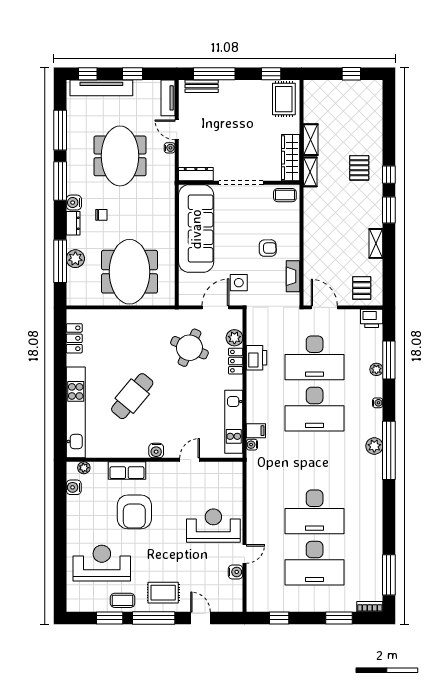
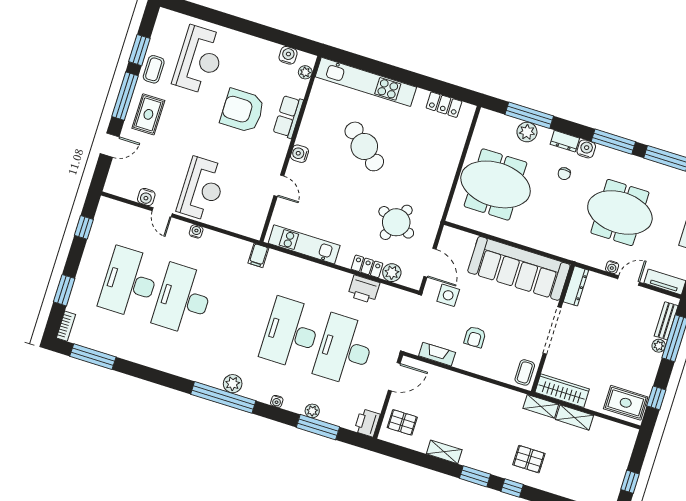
plant: (225, 86) -> (659, 346), added
filing cabinet: (256, 431) -> (258, 255), moved
water cooler: (252, 445) -> (196, 231), moved

